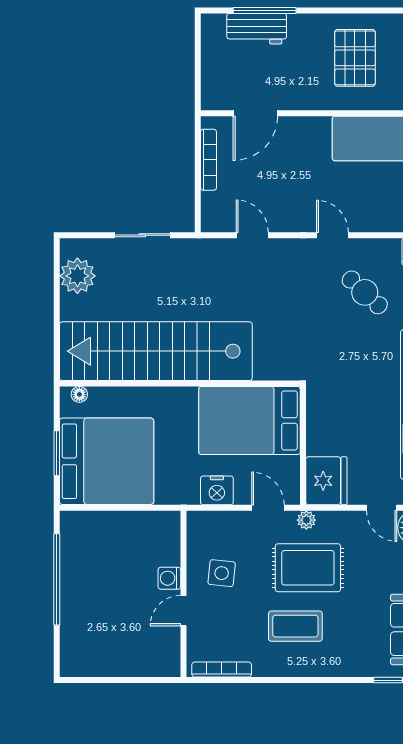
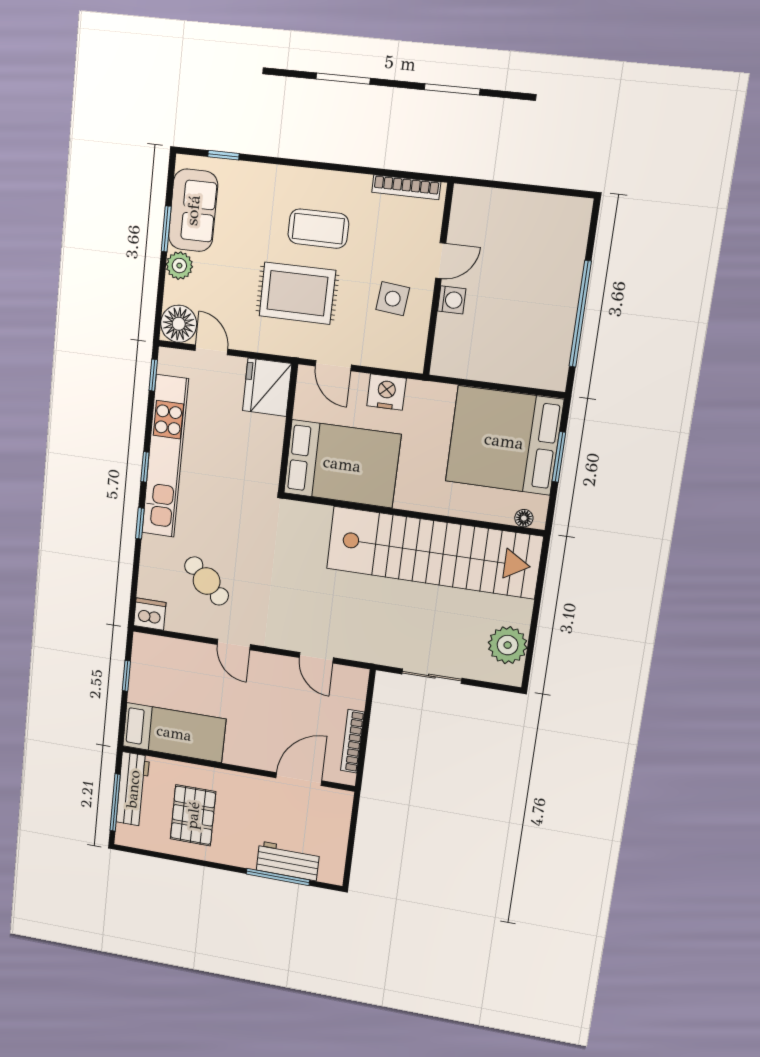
plant: (306, 520) -> (293, 347), removed

